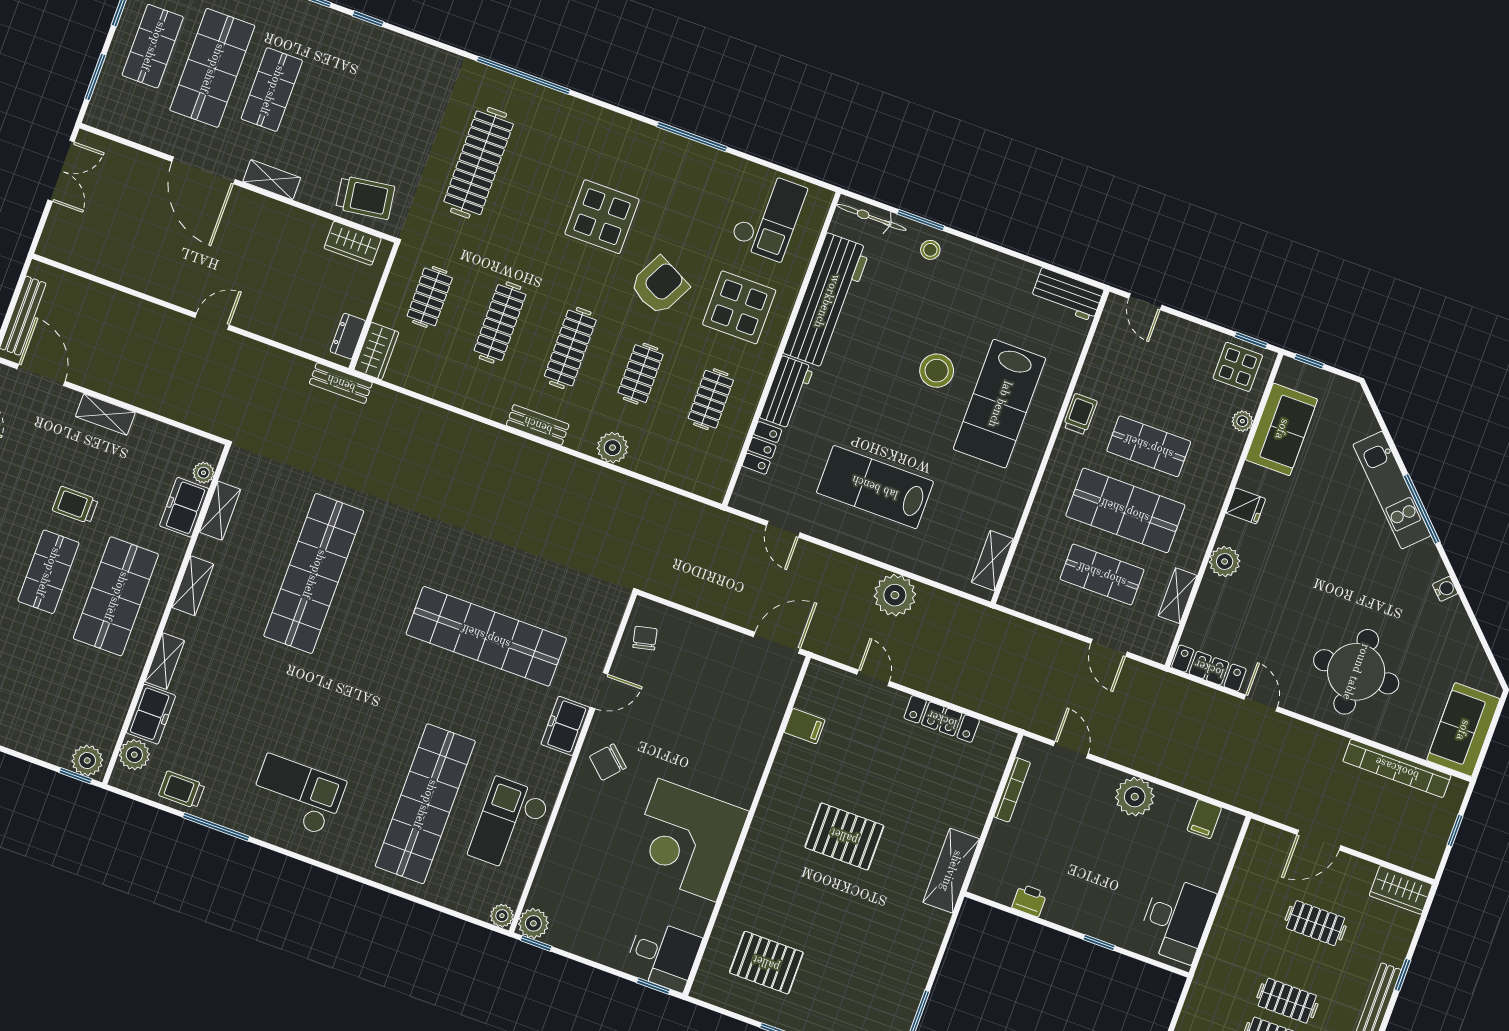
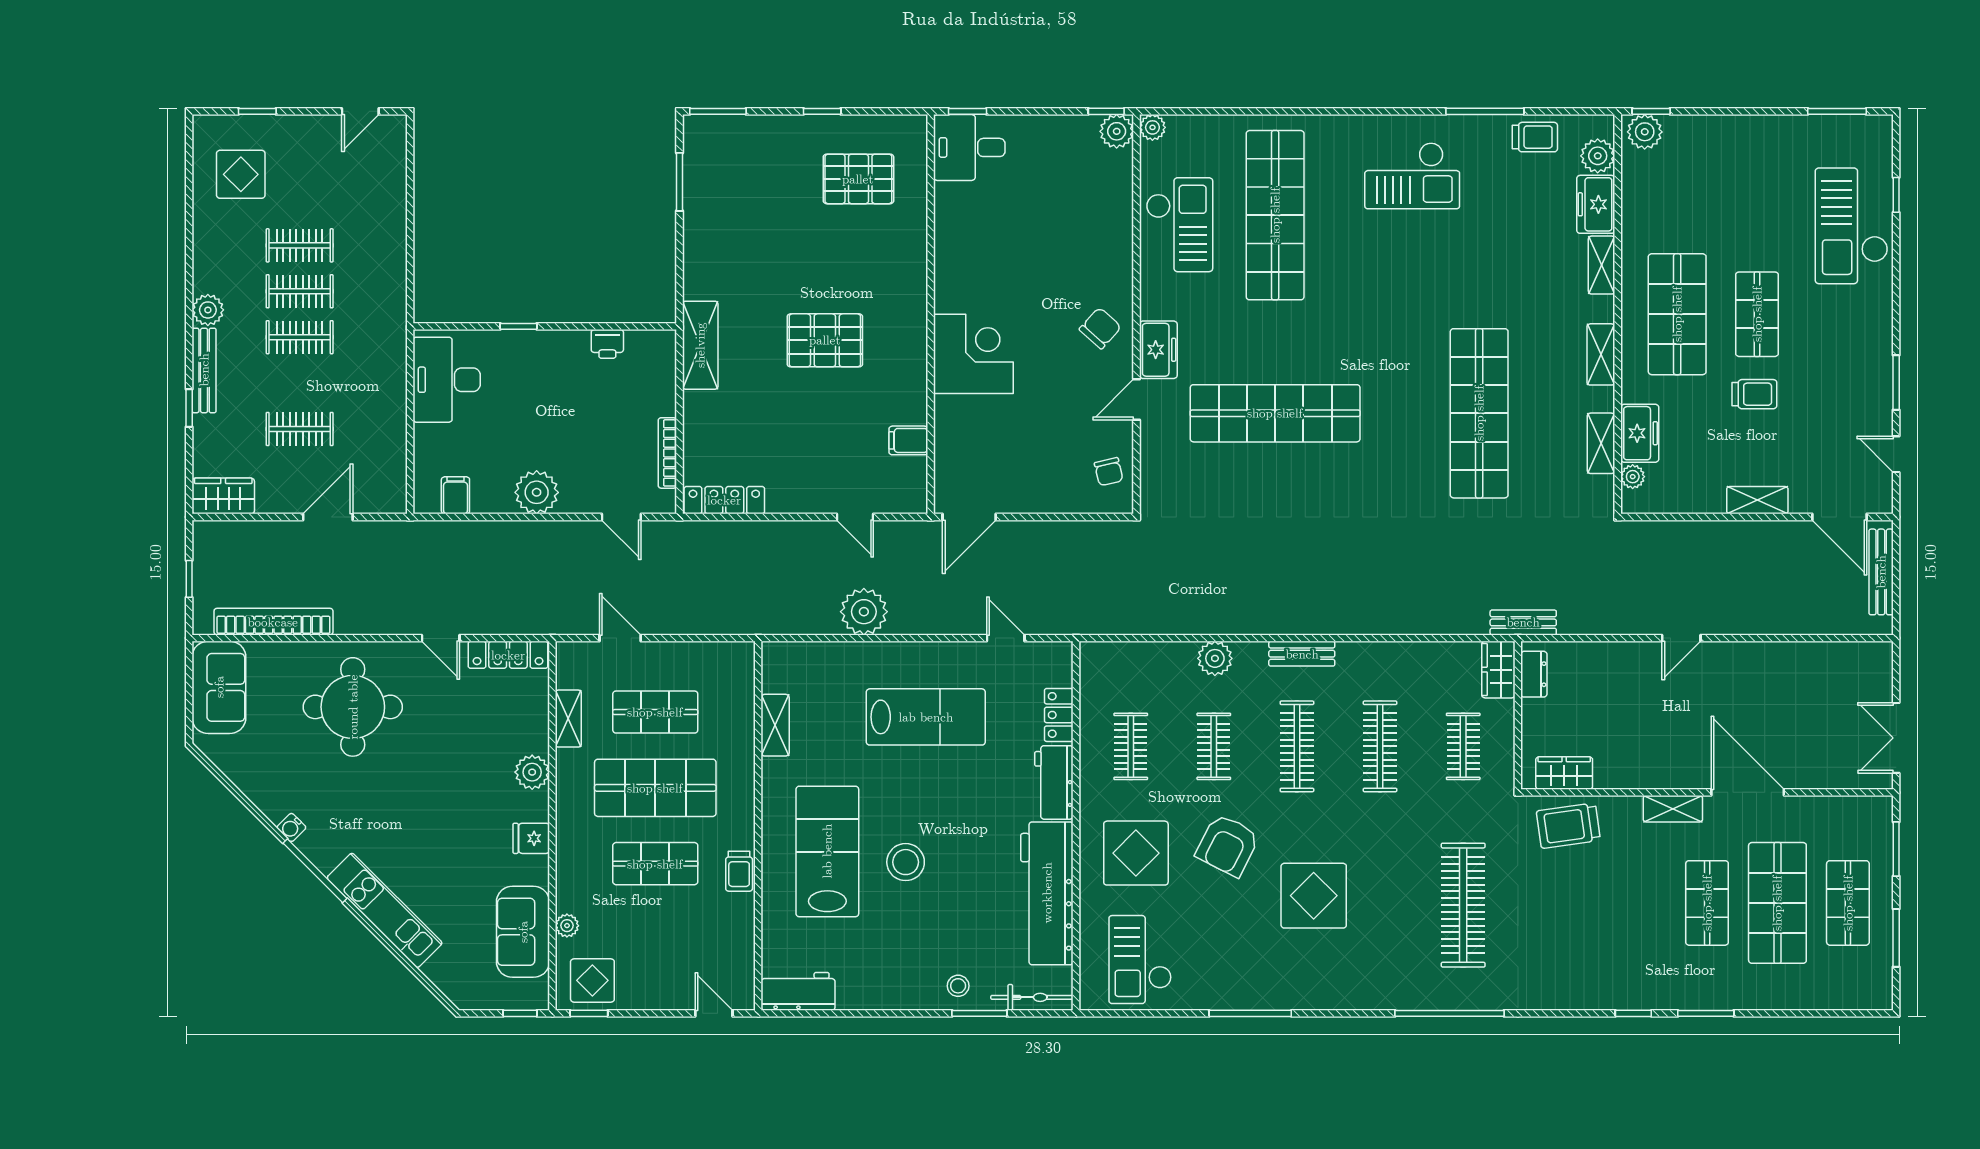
window: (1422, 509) -> (315, 871), moved
shelving: (992, 561) -> (775, 725), moved
locker: (942, 719) -> (724, 500), moved
corner desk: (687, 840) -> (973, 354), moved, width x0.74, depth x0.74

